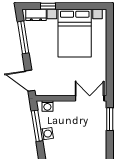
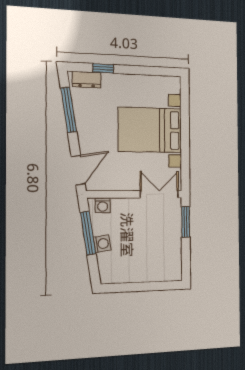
bed with nightstands: (75, 33) -> (150, 130), moved, turned 90
door: (30, 81) -> (78, 170), swing flipped

